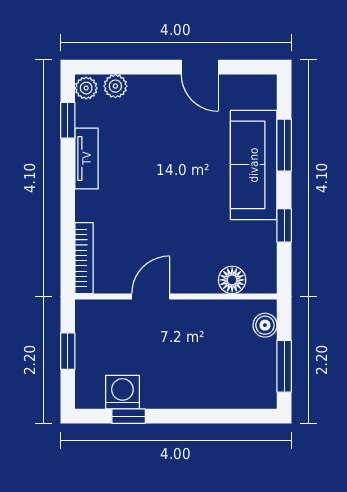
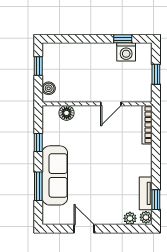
tv unit: (87, 158) -> (146, 193), moved
window: (284, 366) -> (38, 66), width x0.67

